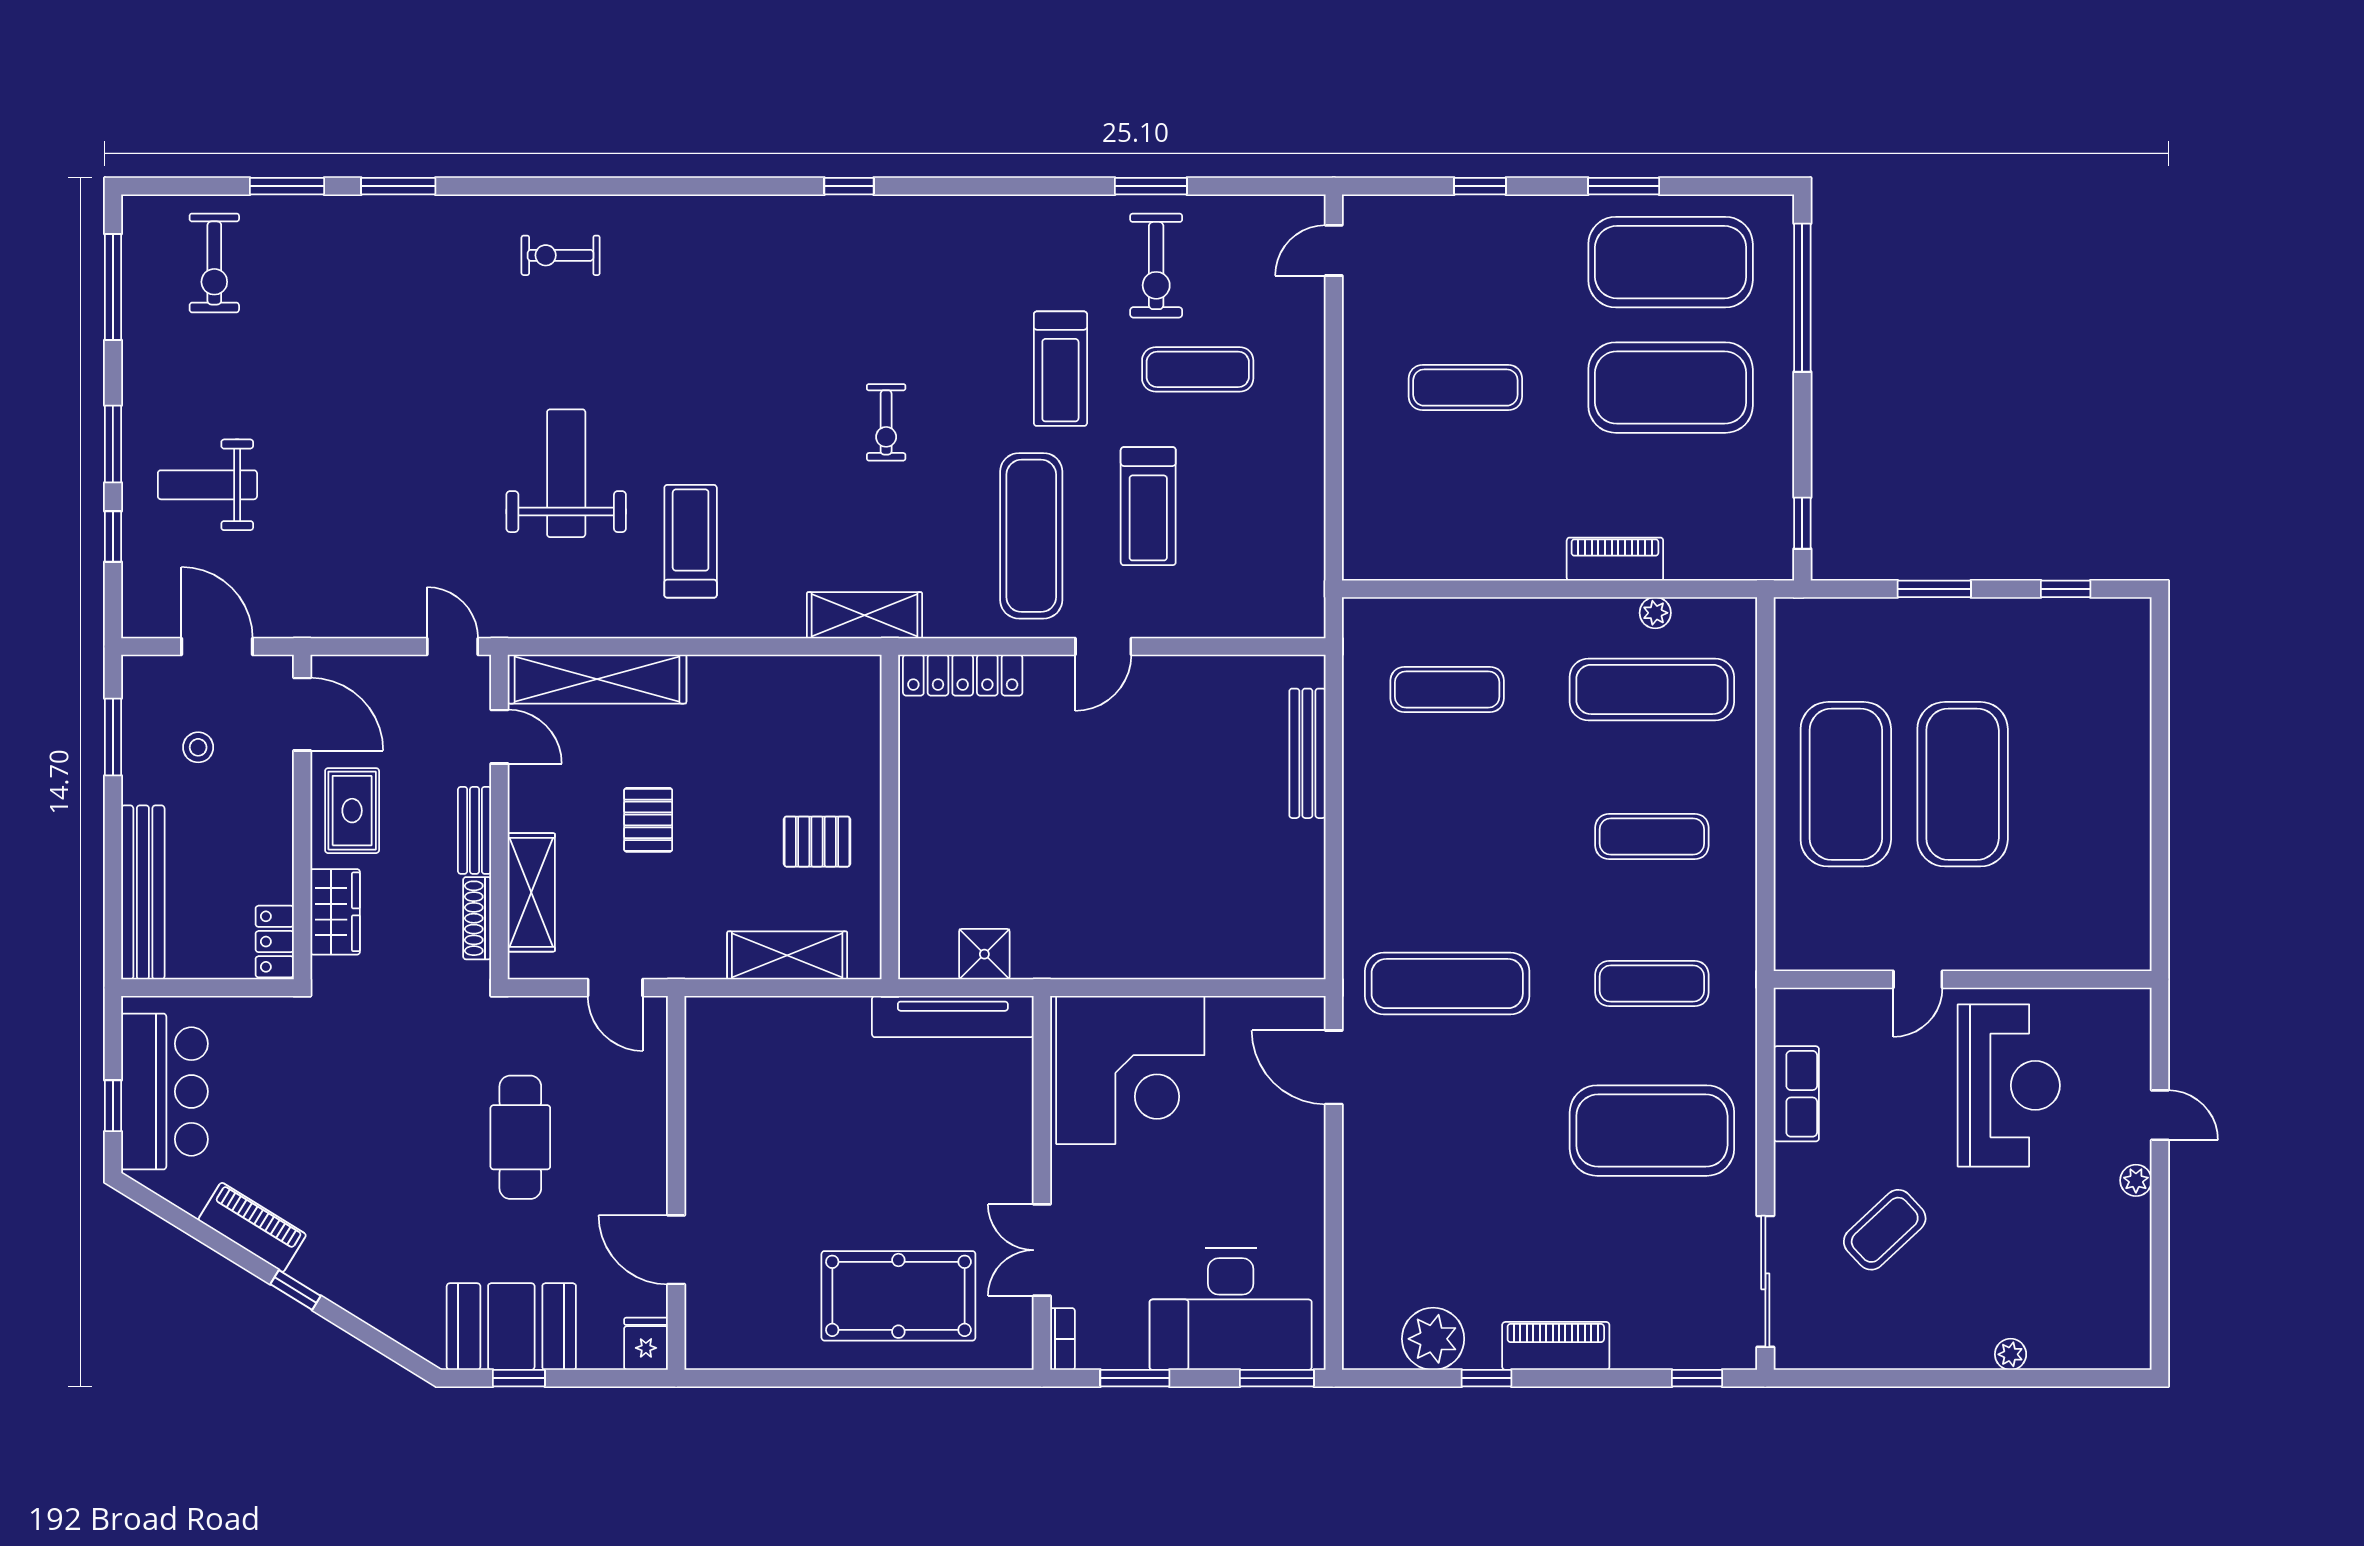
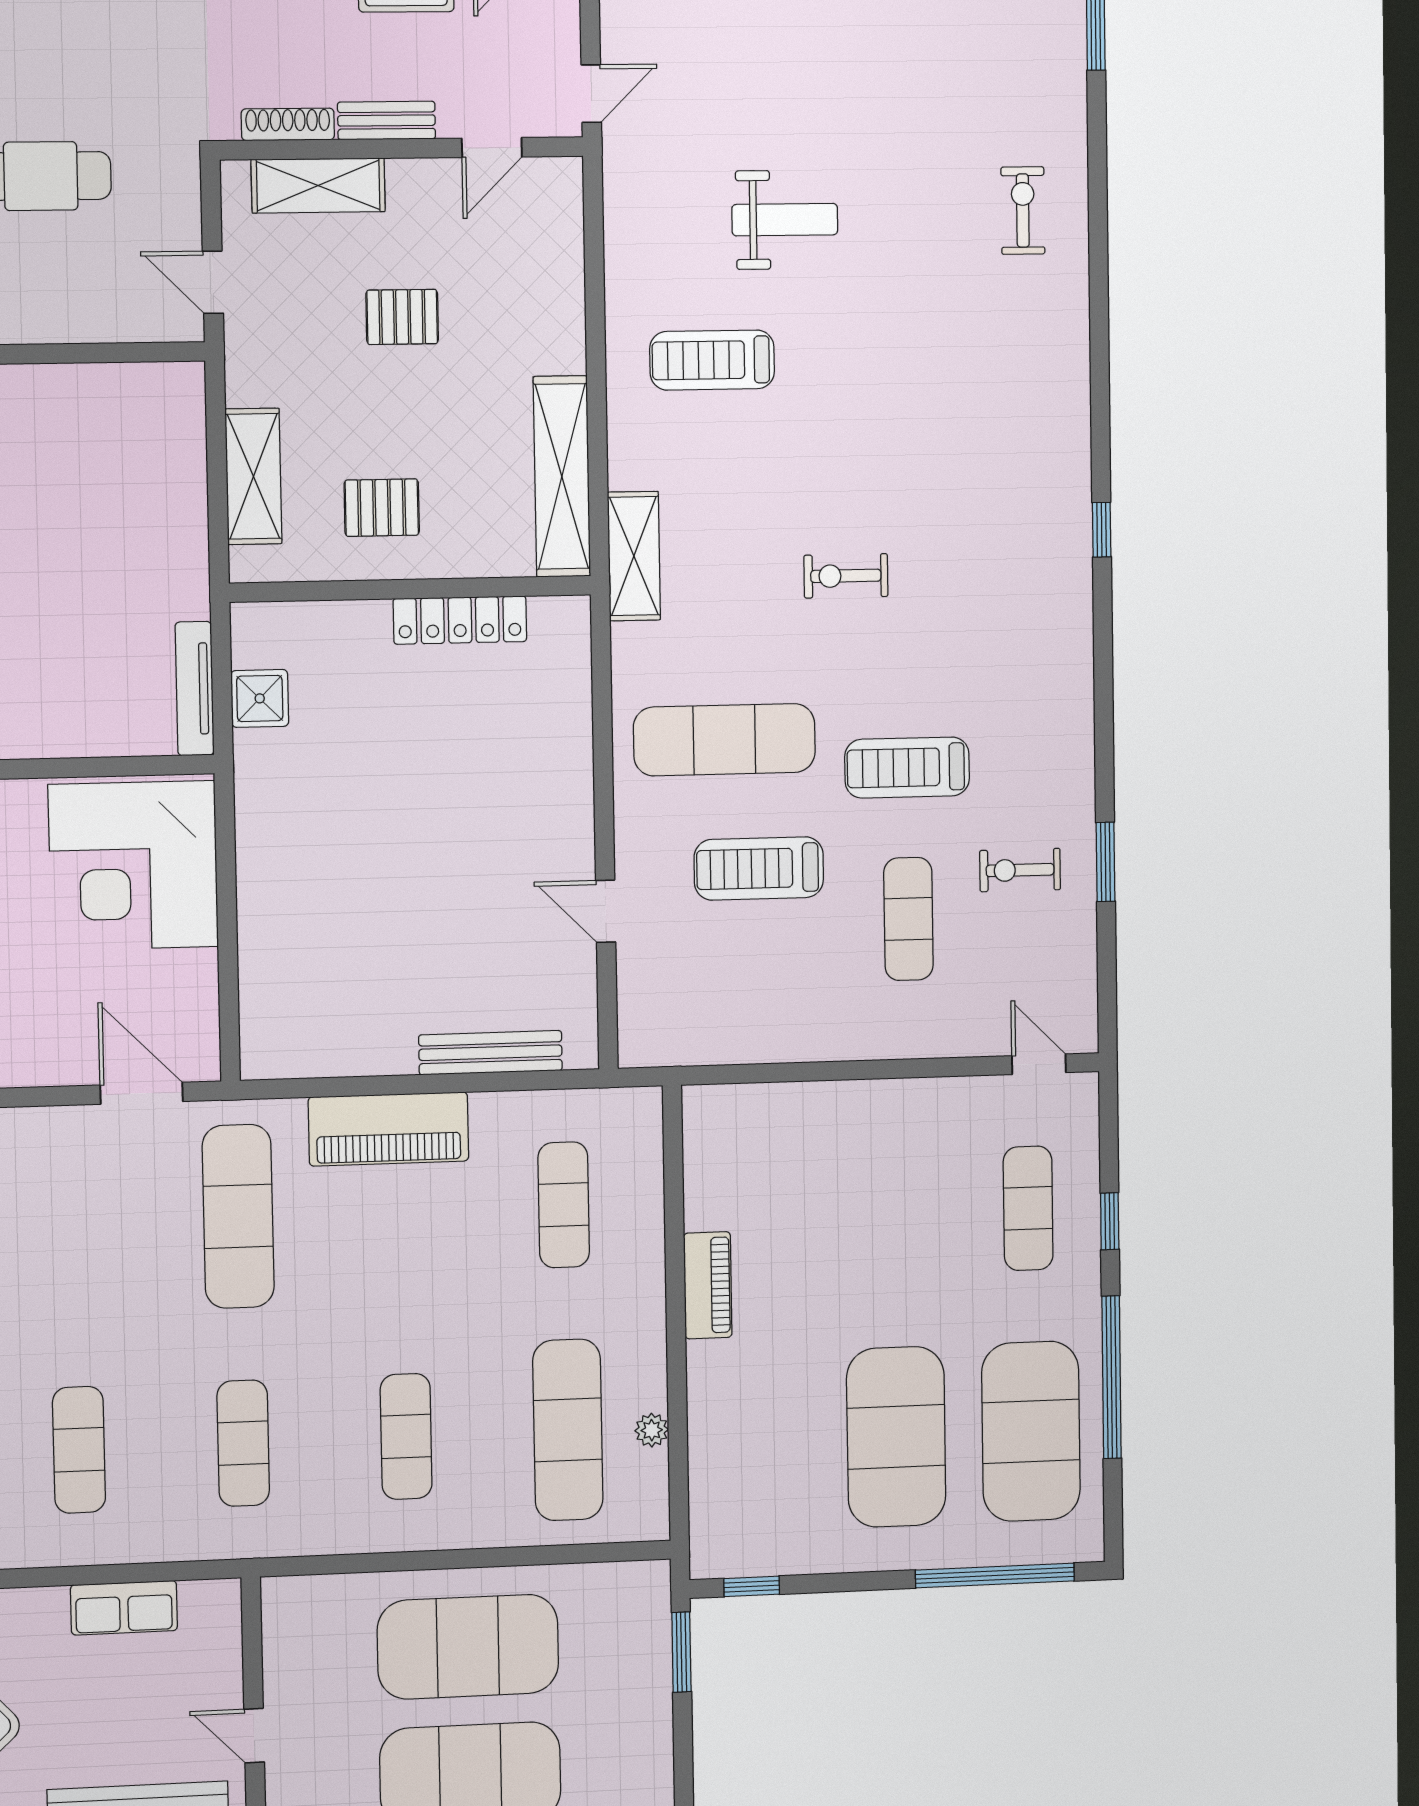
window: (1624, 186) -> (1112, 1377), width x2.11
exercise bike: (1156, 266) -> (1020, 870), width x0.73, depth x0.72
exercise mat: (1465, 388) -> (1028, 1208), moved
weight bench: (566, 473) -> (785, 220), width x0.73, depth x0.75
treadmill: (691, 541) -> (712, 360), turned 180
piano: (1615, 559) -> (708, 1285), moved
window: (1934, 589) -> (681, 1652), moved
door: (1103, 646) -> (606, 911), moved
locker: (963, 675) -> (460, 620), moved, turned -90
shelving: (597, 679) -> (562, 476), moved
pallet: (817, 842) -> (382, 508), turned 90
piano: (1373, 847) -> (388, 1129), added
door: (615, 988) -> (213, 282), hinge flipped
tv unit: (953, 1017) -> (195, 689), width x0.73, depth x0.78
door: (1334, 1067) -> (141, 1093), hinge flipped
exercise mat: (1652, 1131) -> (79, 1450), width x0.50, depth x0.69

